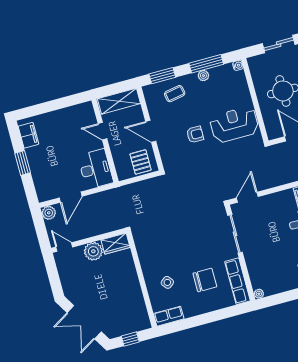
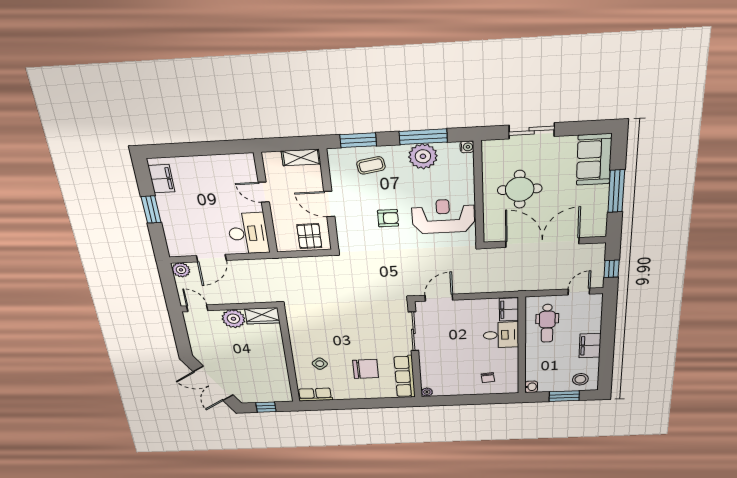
plant: (203, 76) -> (423, 156), width x1.87, depth x1.87
shelving: (119, 101) -> (301, 157), width x0.67, depth x0.75

